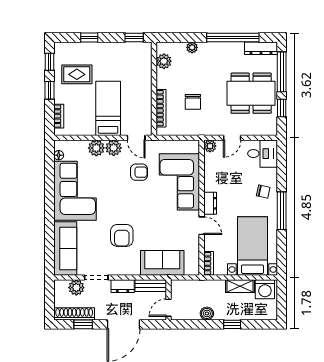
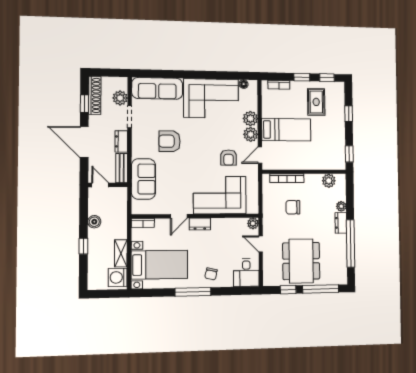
dresser: (261, 48) -> (341, 223), moved, width x0.70

